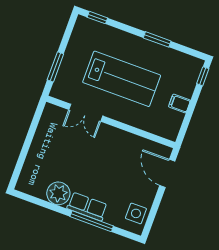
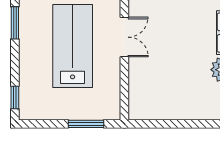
double door: (86, 113) -> (124, 37), moved

